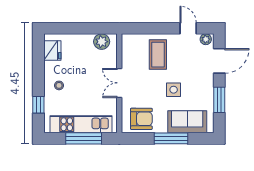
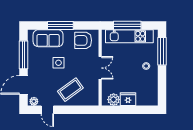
fridge: (52, 50) -> (128, 99), moved, turned 90
coffee table: (158, 55) -> (70, 90), turned 54
window: (219, 100) -> (24, 55), width x1.44
window: (38, 105) -> (162, 51), width x2.17

